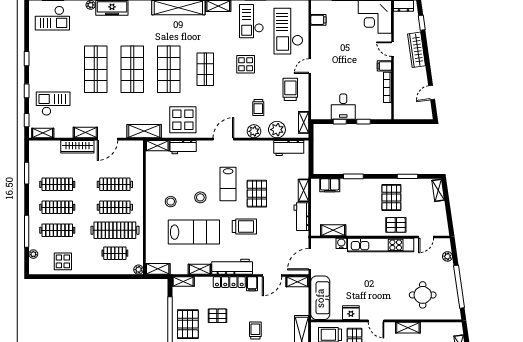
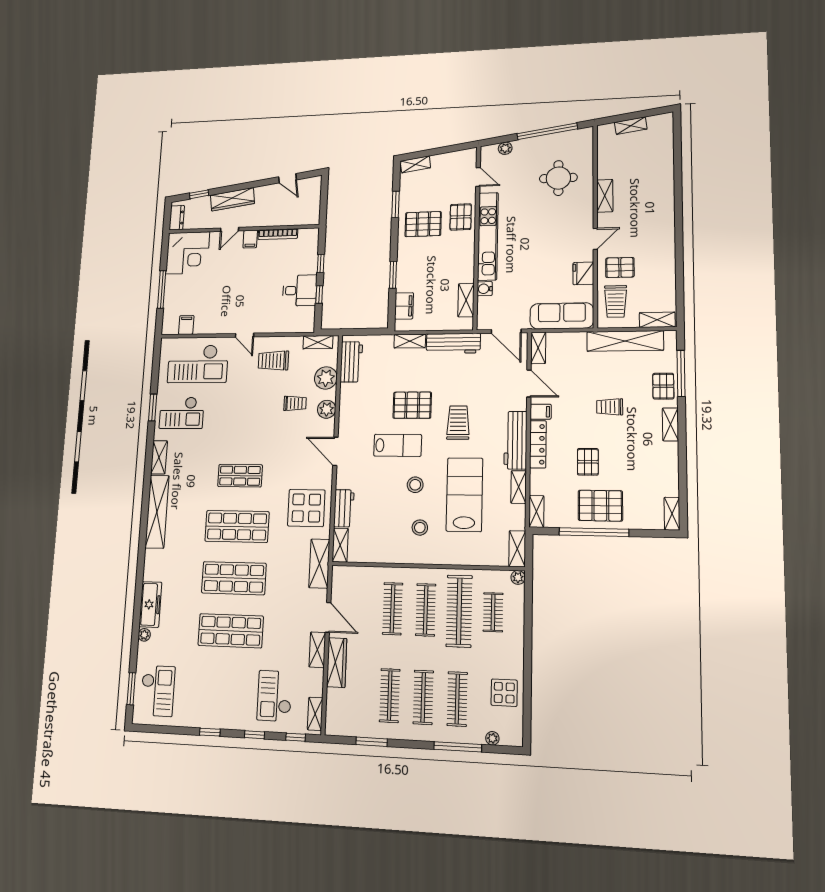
display table: (246, 64) -> (237, 421), removed
workbench: (301, 217) -> (453, 343), width x1.37

